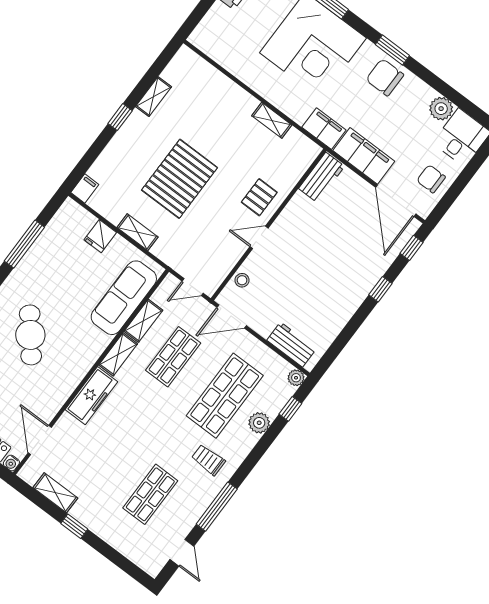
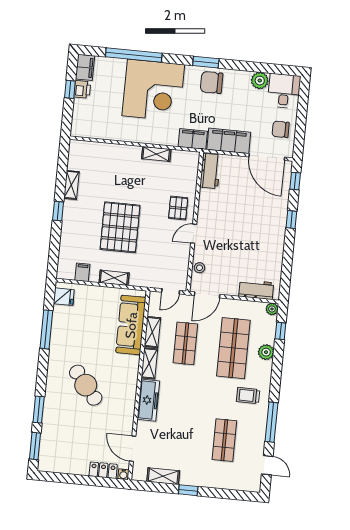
filing cabinet: (85, 189) -> (82, 272), moved
fridge: (100, 236) -> (64, 297), moved, turned -90

